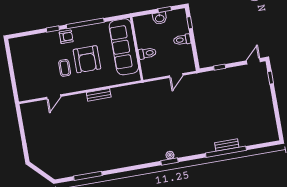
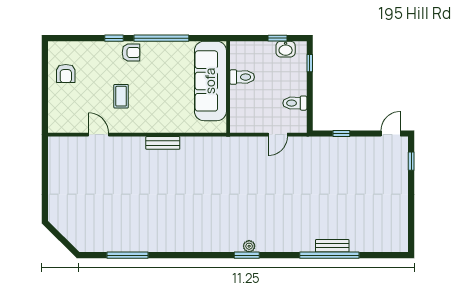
washbasin: (160, 18) -> (286, 49), moved
toilet: (182, 40) -> (295, 103), moved
toilet: (147, 53) -> (242, 77), moved
armchair: (87, 59) -> (66, 74), moved, width x0.53, depth x0.53
door: (54, 97) -> (98, 135), swing flipped

